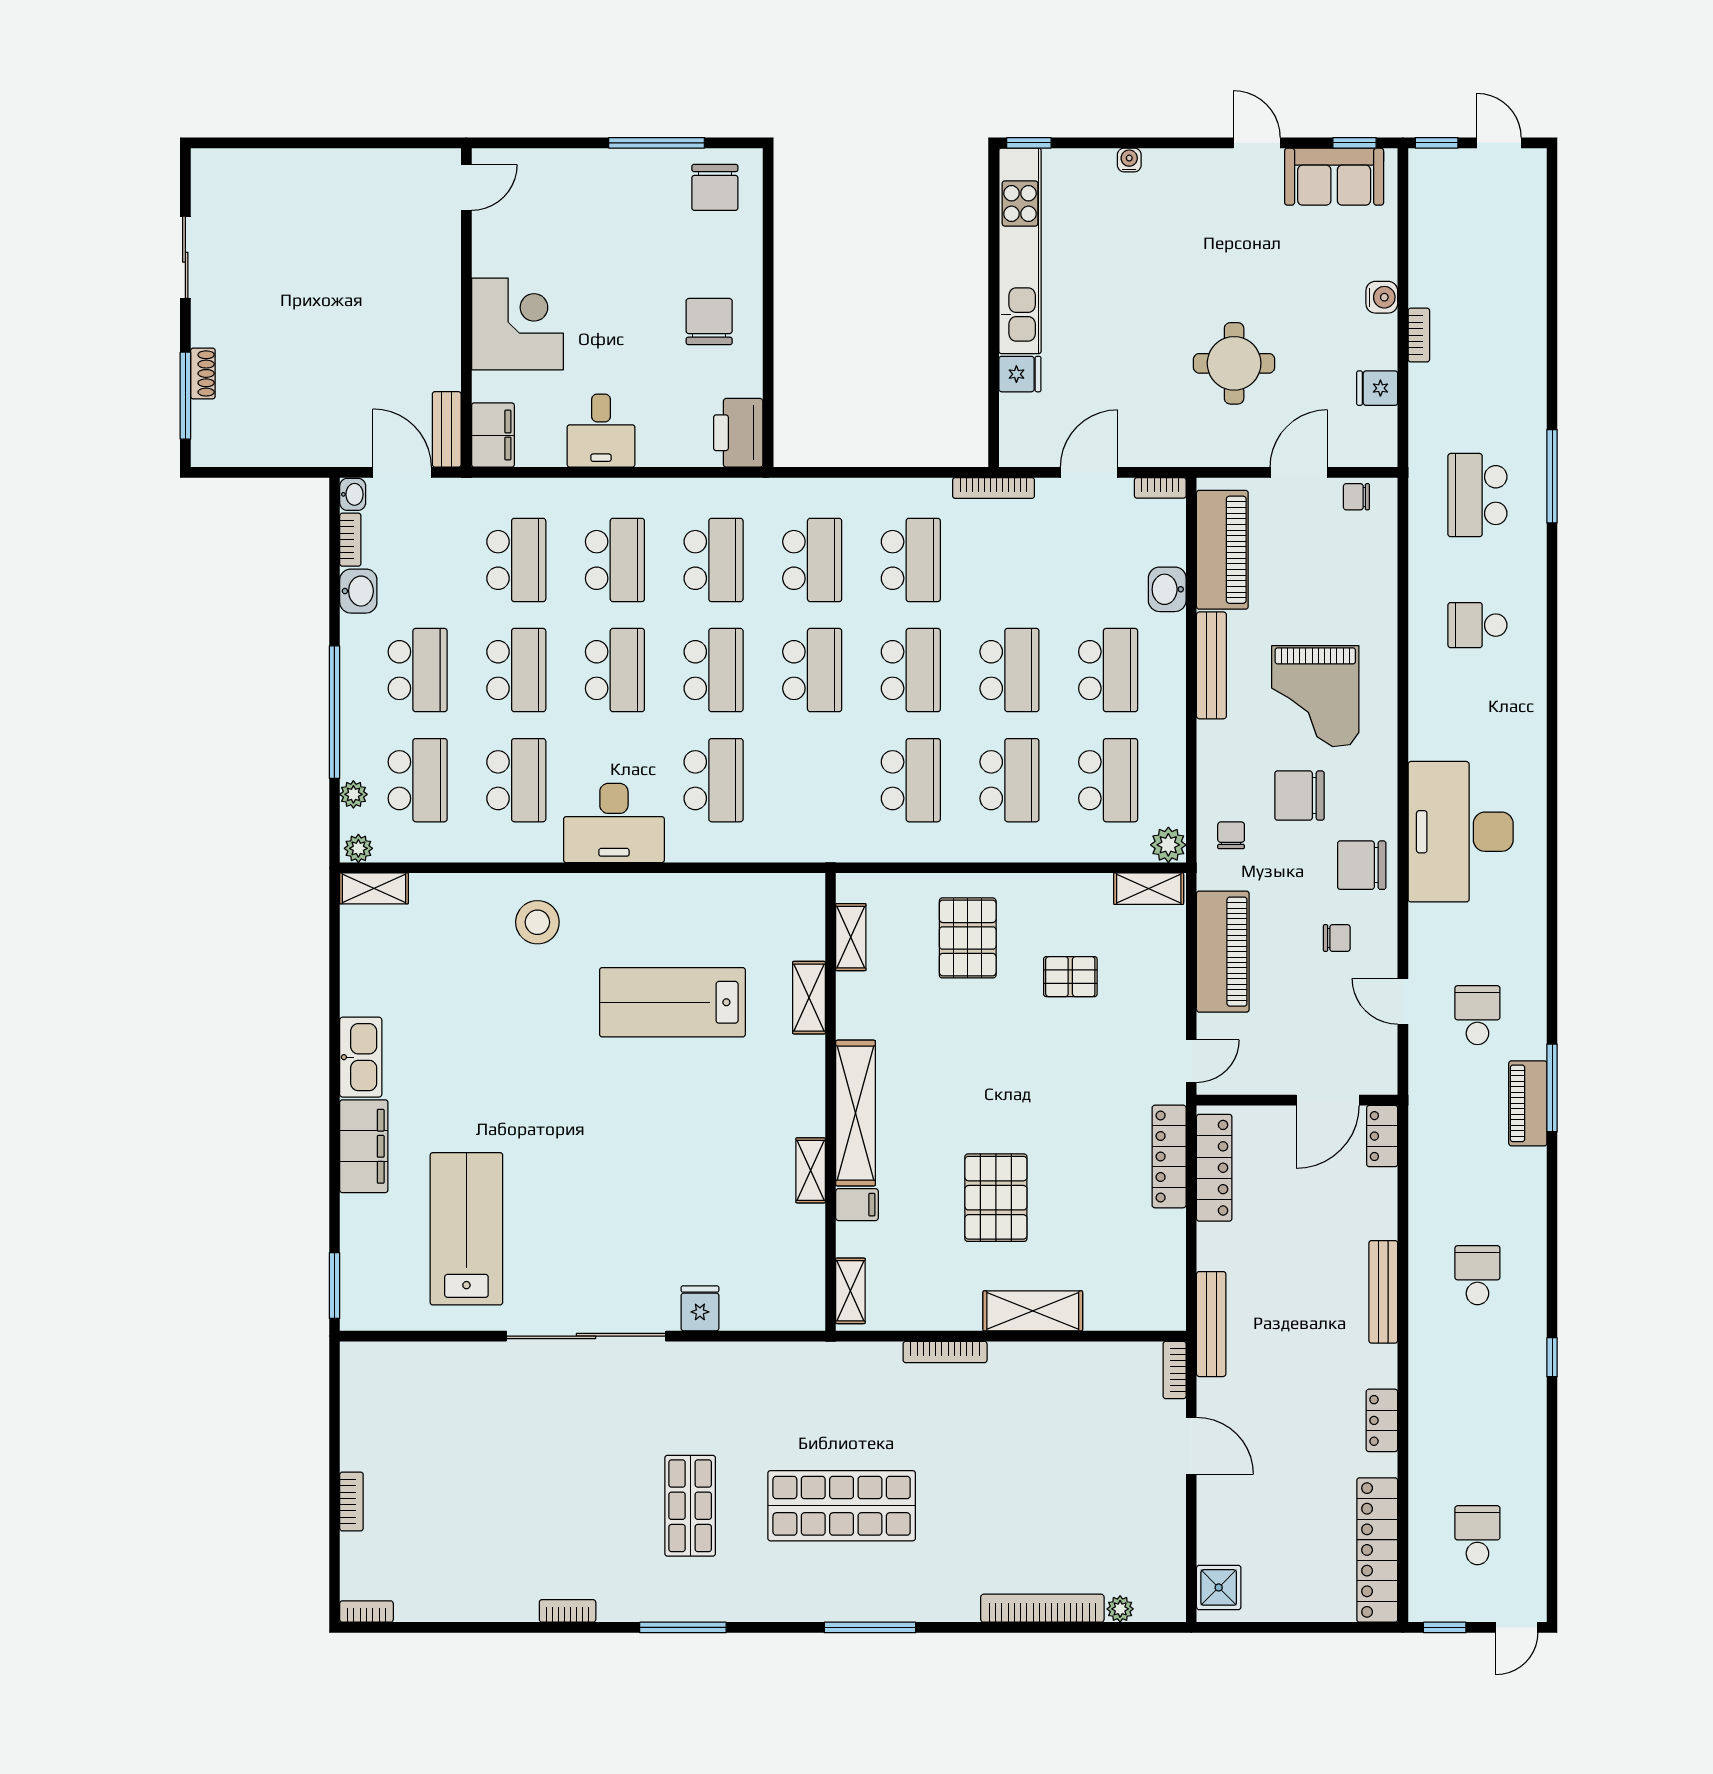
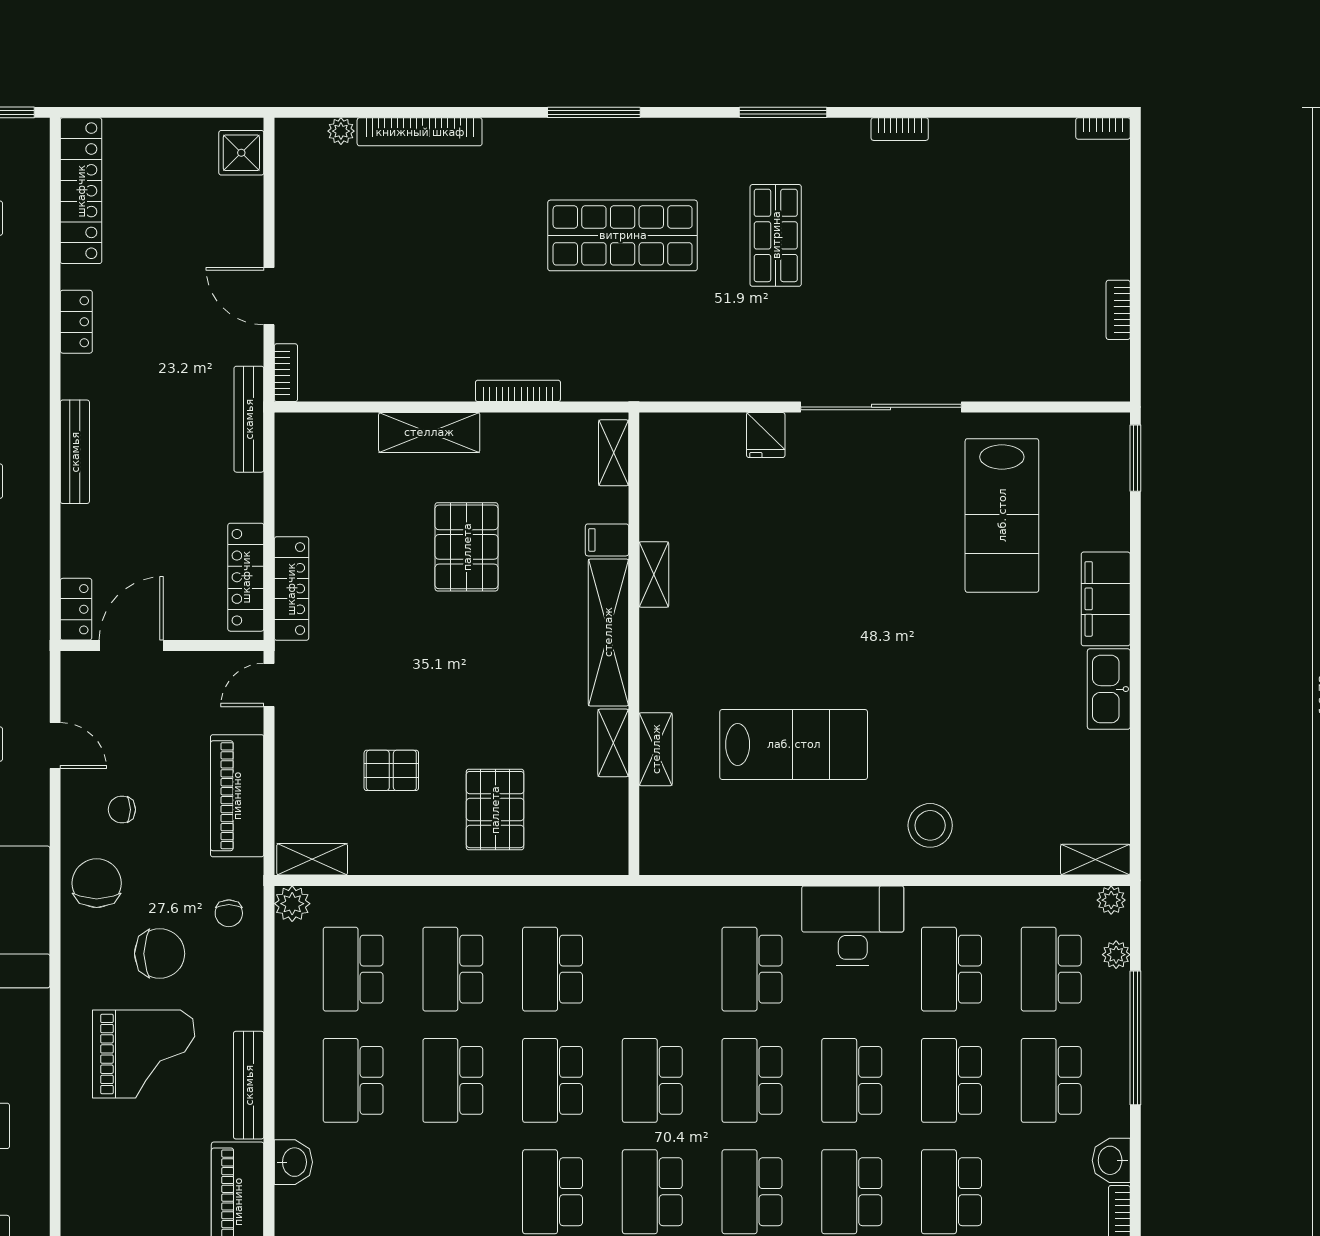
grand piano: (1315, 696) -> (144, 1054), turned 90
chair: (1362, 865) -> (97, 883), turned -90
shelving: (851, 937) -> (613, 743), moved
bookcase: (351, 1501) -> (1118, 310), moved

